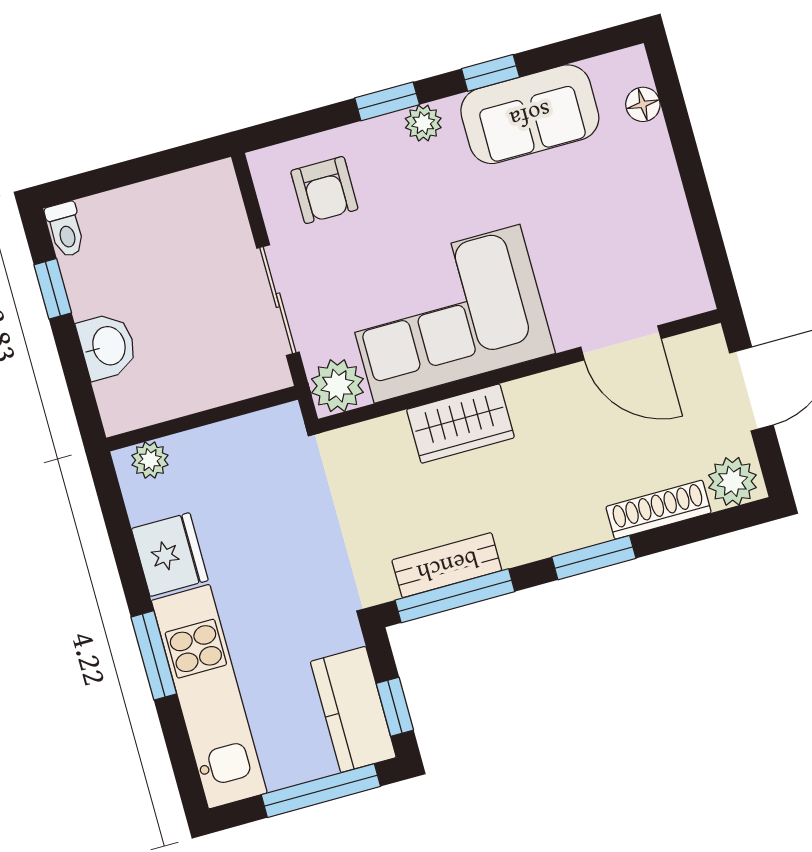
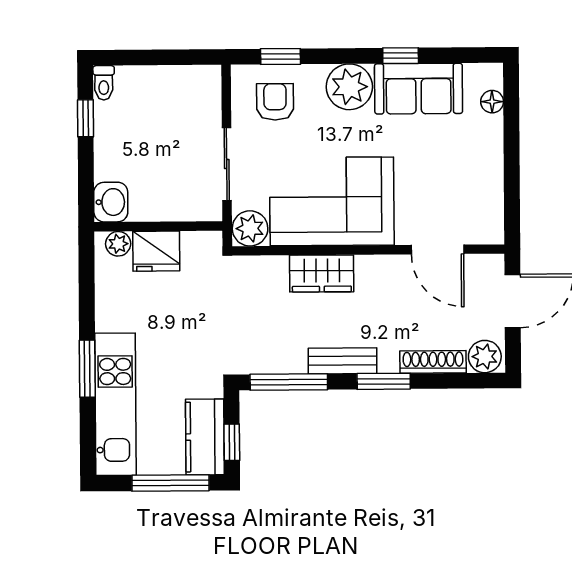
window: (387, 101) -> (280, 56), moved
plant: (423, 123) -> (349, 87), width x1.88, depth x1.88
armchair: (324, 190) -> (275, 102), turned 180
washbasin: (107, 346) -> (111, 202), moved
fridge: (170, 555) -> (156, 251), moved, turned 90
bench: (447, 565) -> (343, 361), moved

